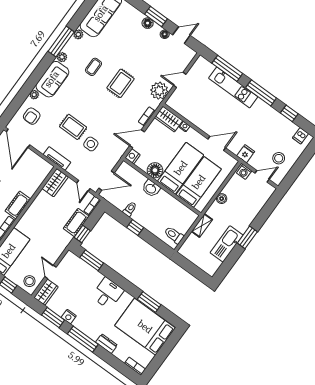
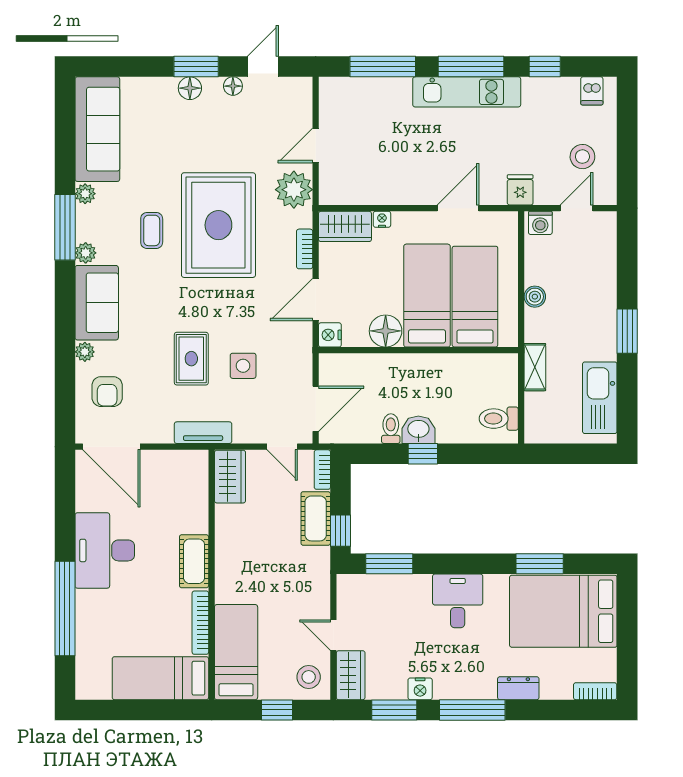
rug: (120, 83) -> (218, 225), width x1.86, depth x2.06
kitchen unit: (233, 87) -> (467, 92), moved
rug: (73, 127) -> (191, 359), turned 90
washbasin: (151, 188) -> (418, 430), moved, turned 180
kitchen sink: (226, 244) -> (600, 398), moved

